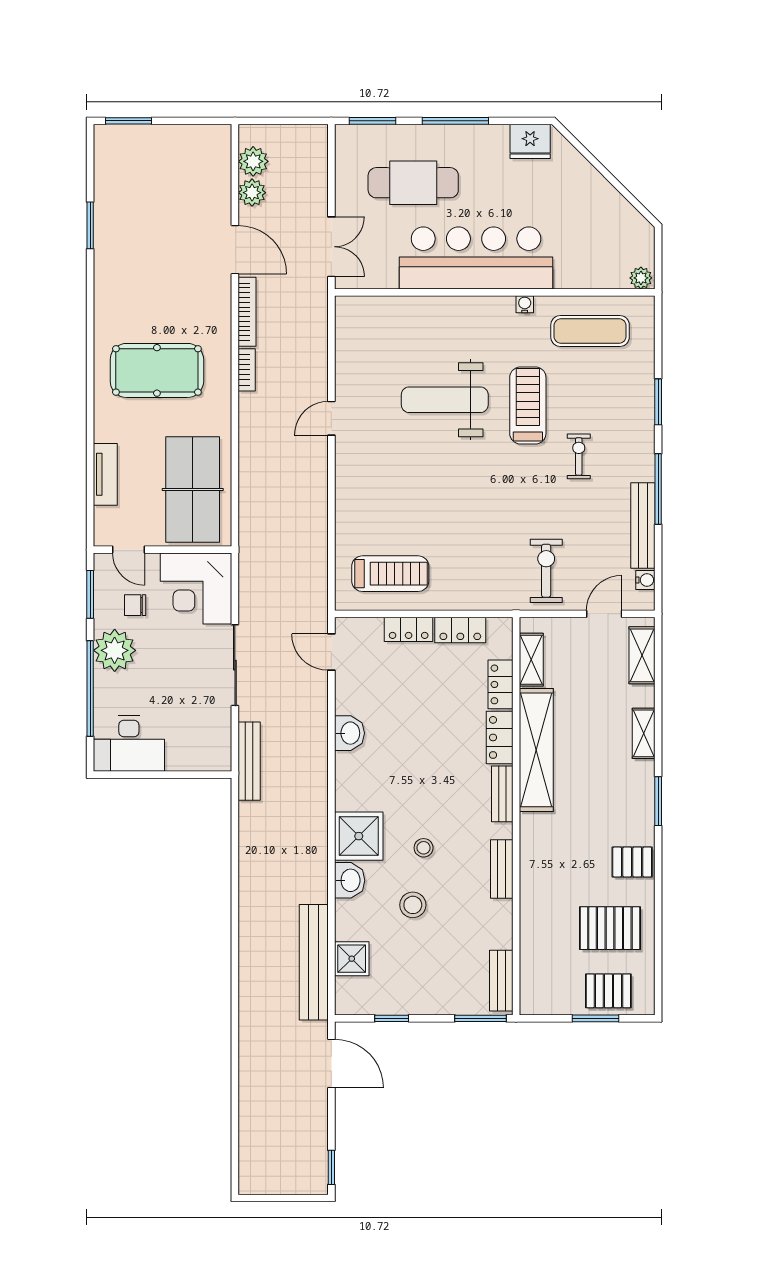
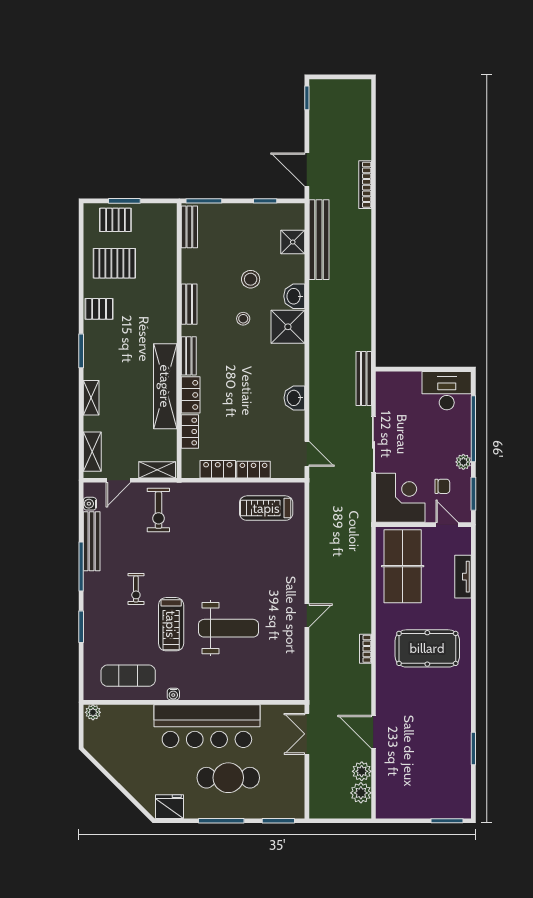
cafe table: (413, 183) -> (228, 778), moved
bookcase: (247, 312) -> (365, 185), moved
plant: (115, 650) -> (463, 462), width x0.53, depth x0.53
shelving: (531, 660) -> (157, 470), moved, turned 90

